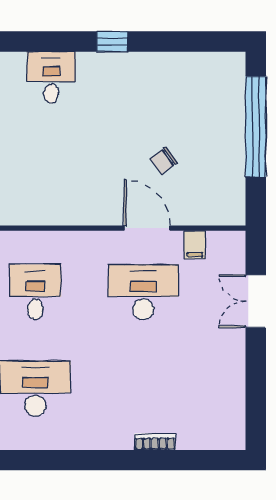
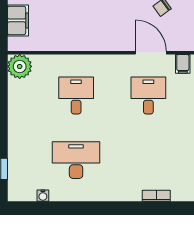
desk: (143, 292) -> (148, 96), width x0.73

